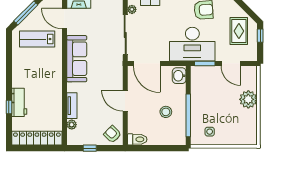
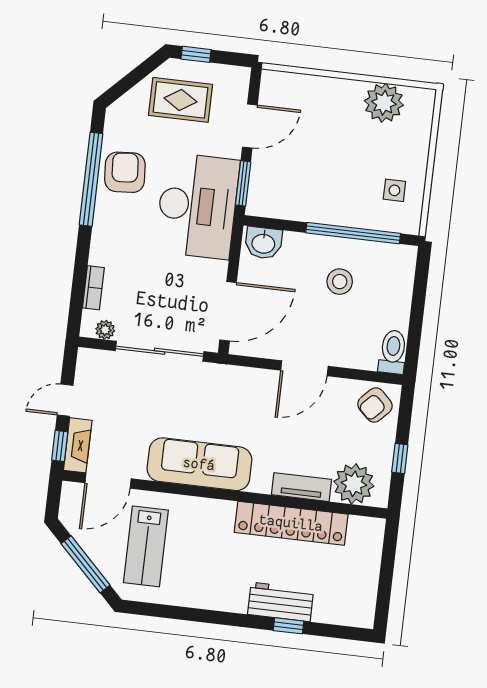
plant: (248, 99) -> (384, 103), moved
plant: (72, 125) -> (354, 484), width x1.87, depth x1.87
locker: (37, 138) -> (291, 523), moved, turned -90

